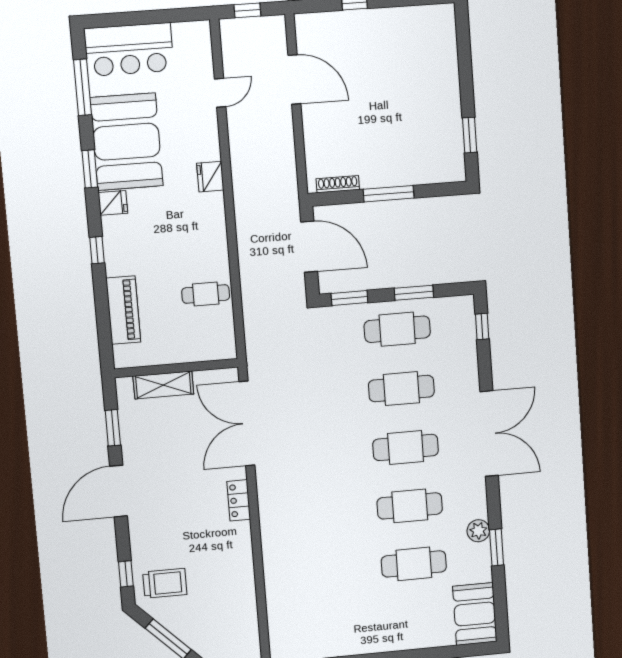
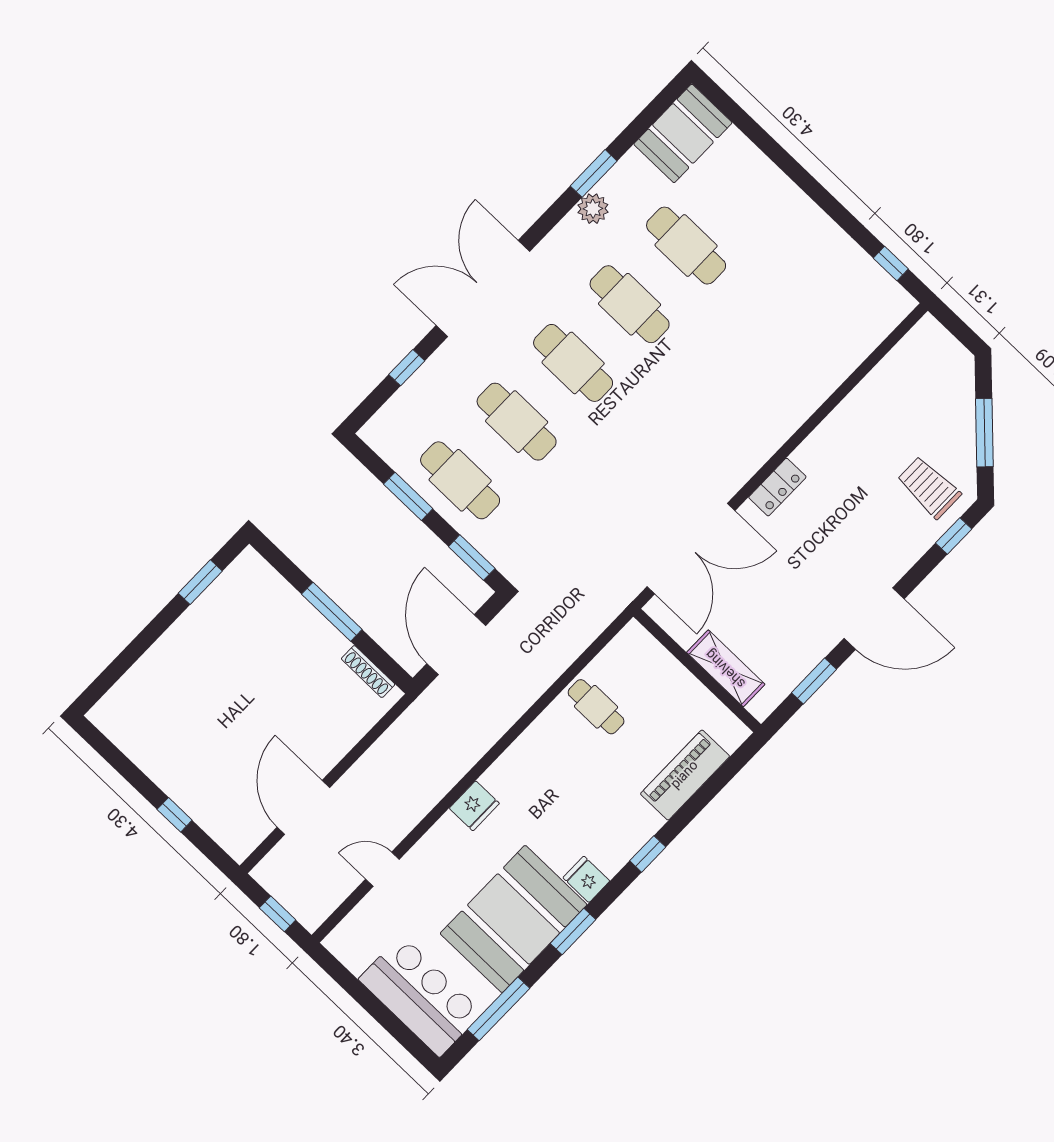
window: (482, 327) -> (407, 368), moved

